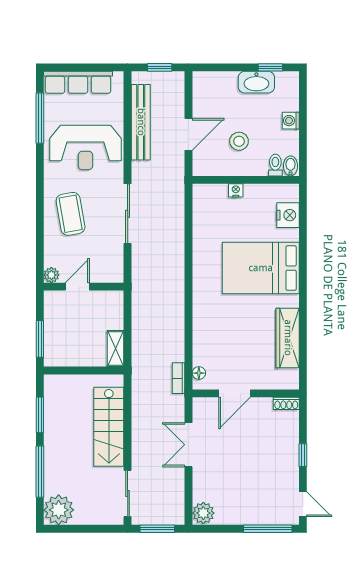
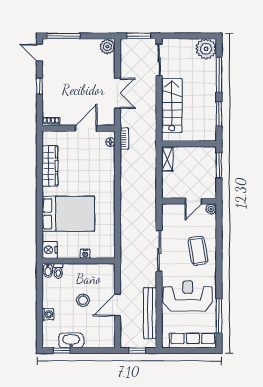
toilet: (275, 165) -> (58, 271), moved
bidet: (290, 166) -> (48, 270), moved
wall: (246, 180) -> (78, 261), moved
nightstand: (236, 190) -> (85, 254), moved

